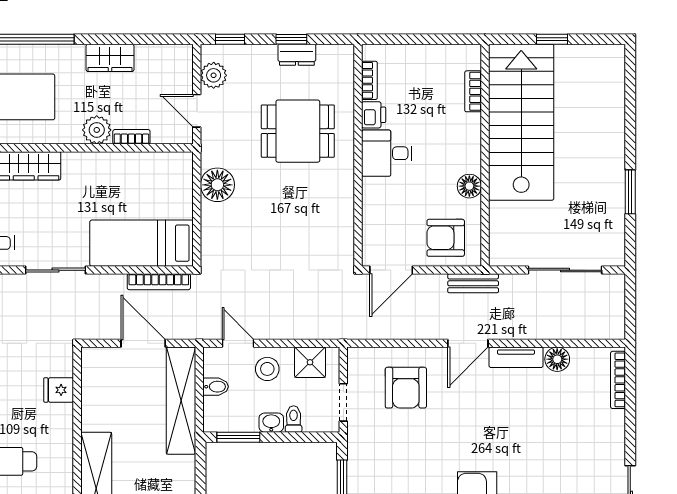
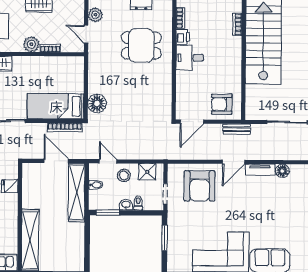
floor lamp: (217, 185) -> (97, 103), moved
floor lamp: (469, 186) -> (235, 76), removed
armchair: (406, 388) -> (200, 186), width x1.36, depth x1.36

